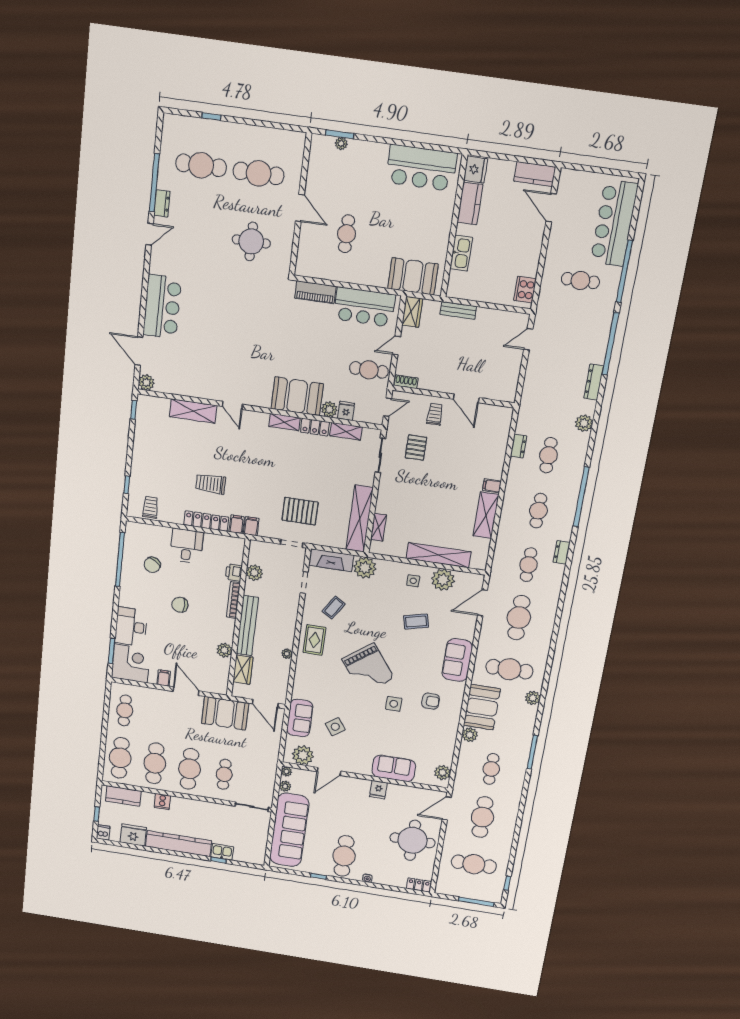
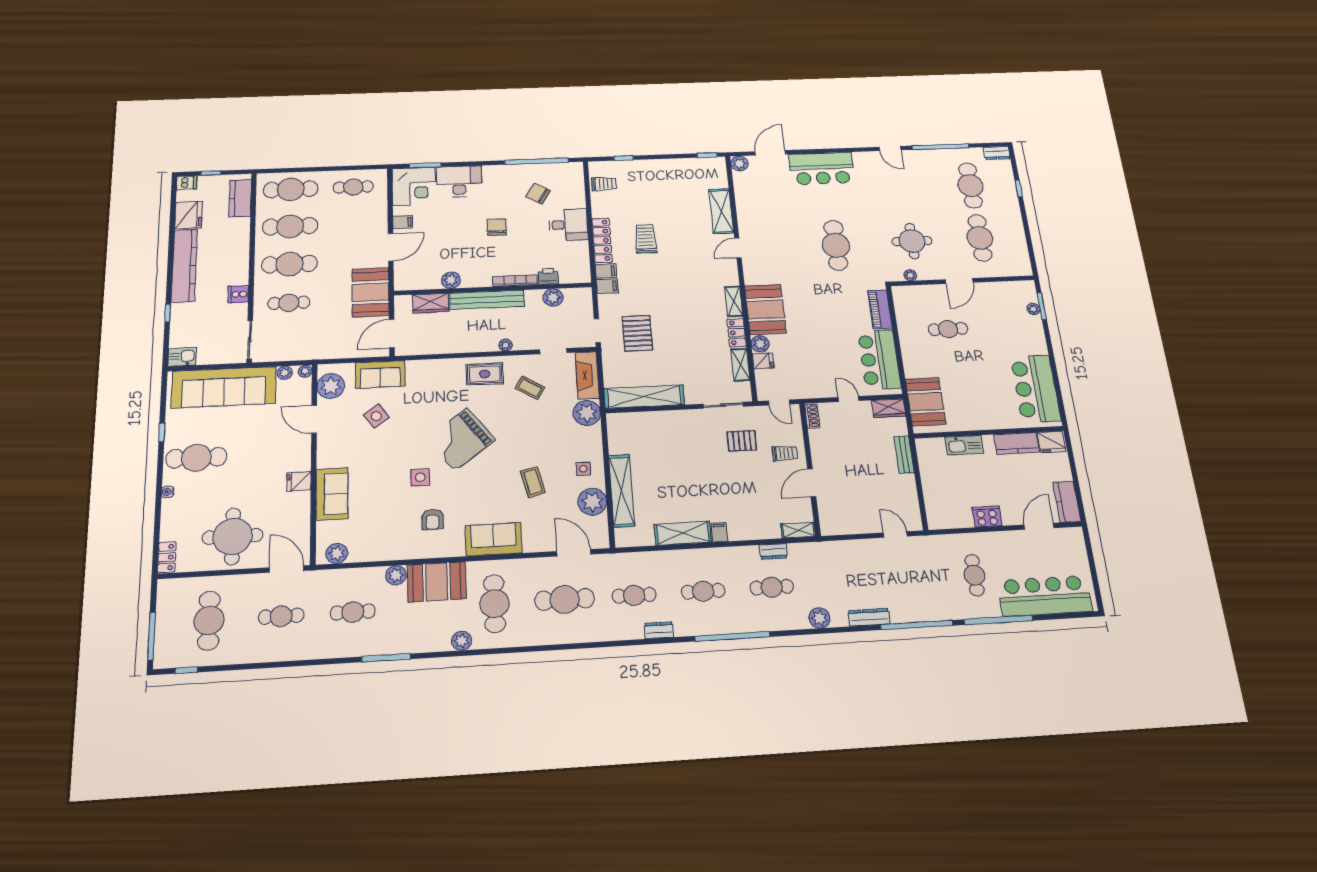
dresser: (162, 203) -> (997, 153), moved
plant: (286, 254) -> (910, 275), added
cooker: (525, 290) -> (987, 517), moved
cafe table: (369, 370) -> (836, 245), moved, width x1.37, depth x1.35
shelving: (378, 527) -> (798, 530), moved
plant: (287, 654) -> (506, 345), moved
cooker: (162, 802) -> (238, 294), moved
cafe table: (482, 817) -> (281, 616), width x0.73, depth x0.74
kitchen sink: (222, 852) -> (182, 357), moved, turned -90

